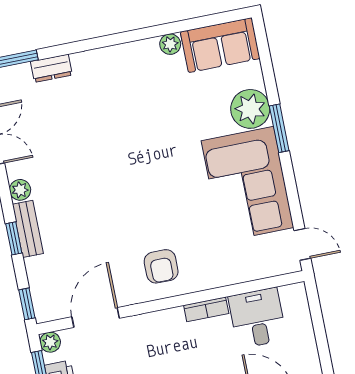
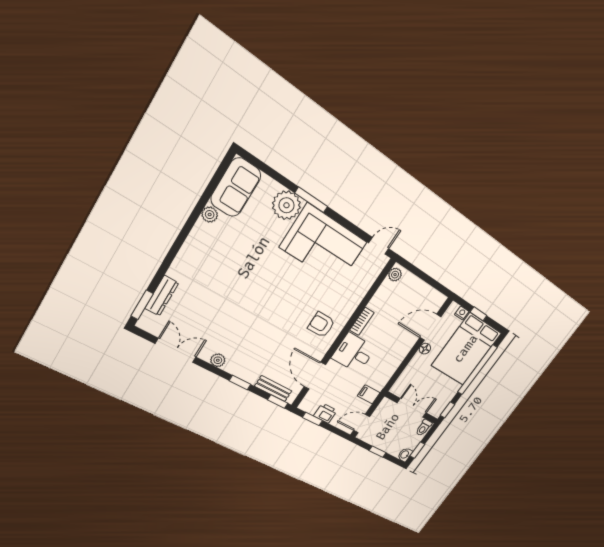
dresser: (51, 68) -> (162, 296), width x1.44
bench: (28, 229) -> (273, 389), moved
armchair: (161, 266) -> (321, 325), turned 180
desk: (257, 318) -> (354, 353), moved
plant: (50, 342) -> (395, 275), moved

